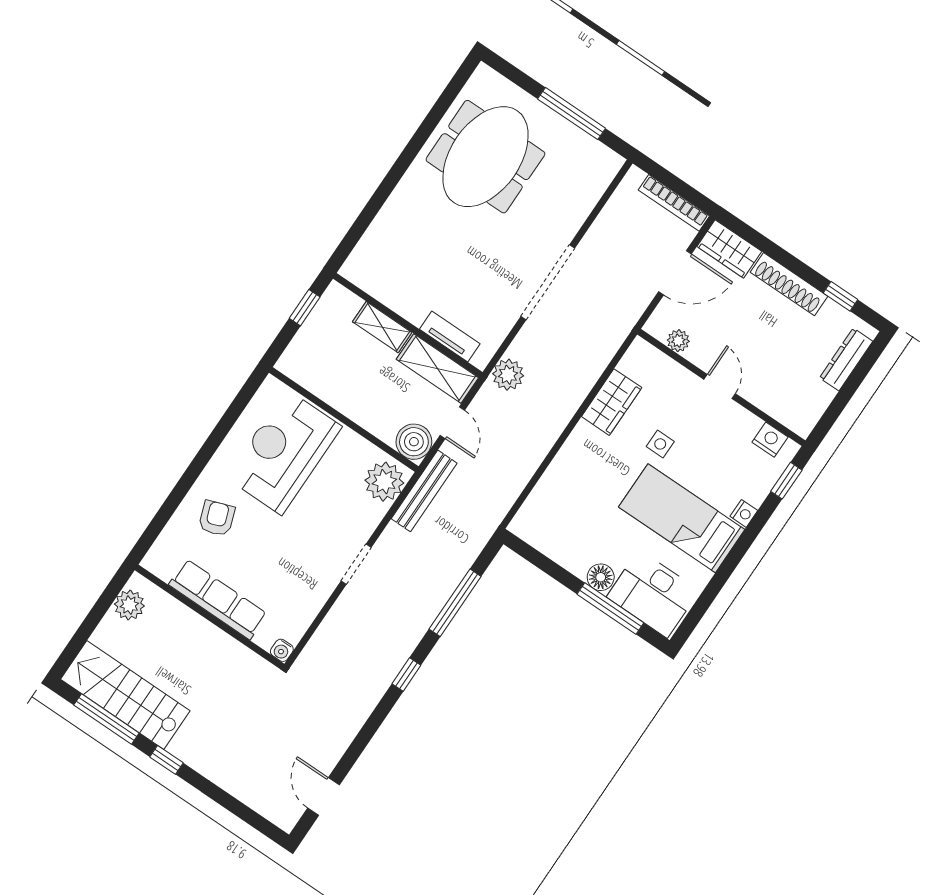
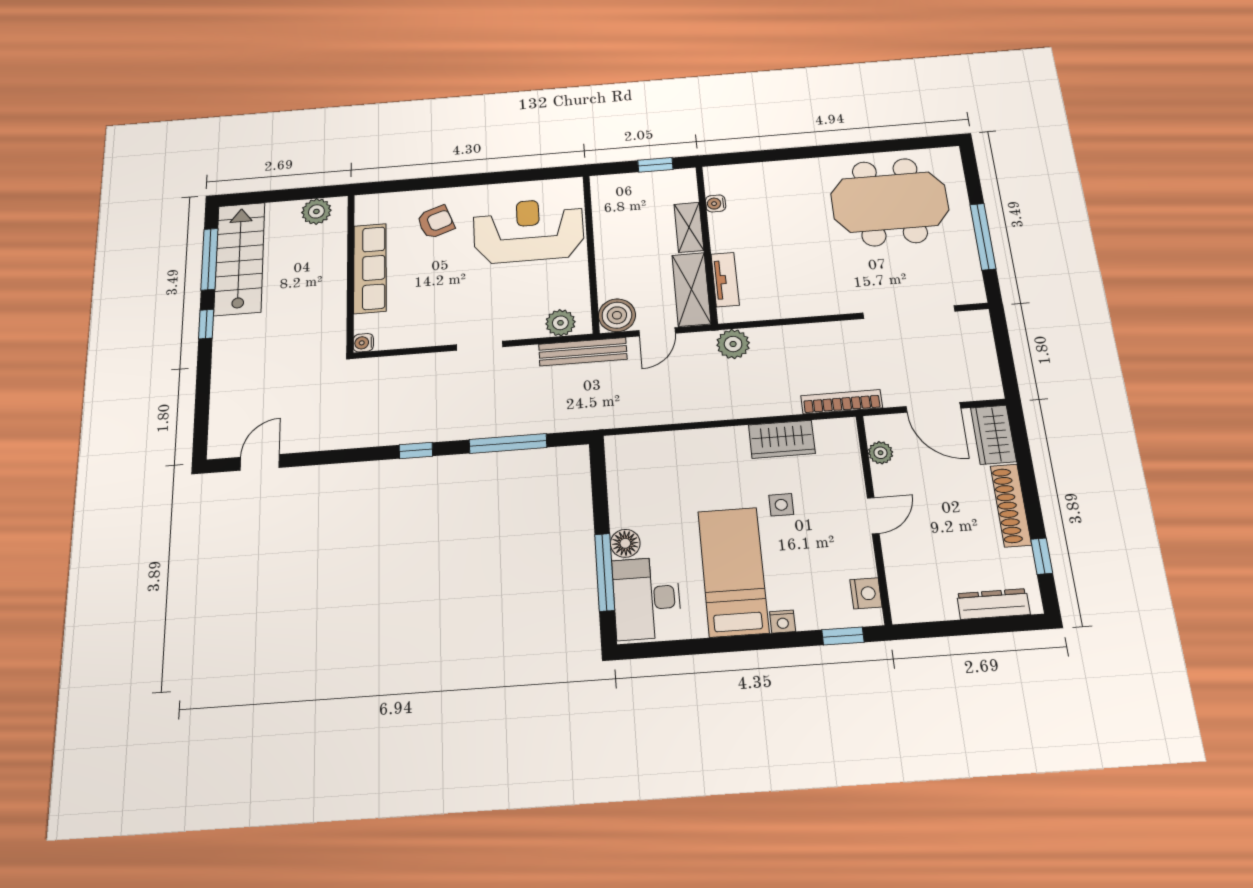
bookcase: (674, 203) -> (842, 402), moved, turned 90
doorway: (548, 282) -> (909, 312), moved
water cooler: (378, 290) -> (716, 203), added
plant: (384, 482) -> (560, 323), width x0.73, depth x0.73

